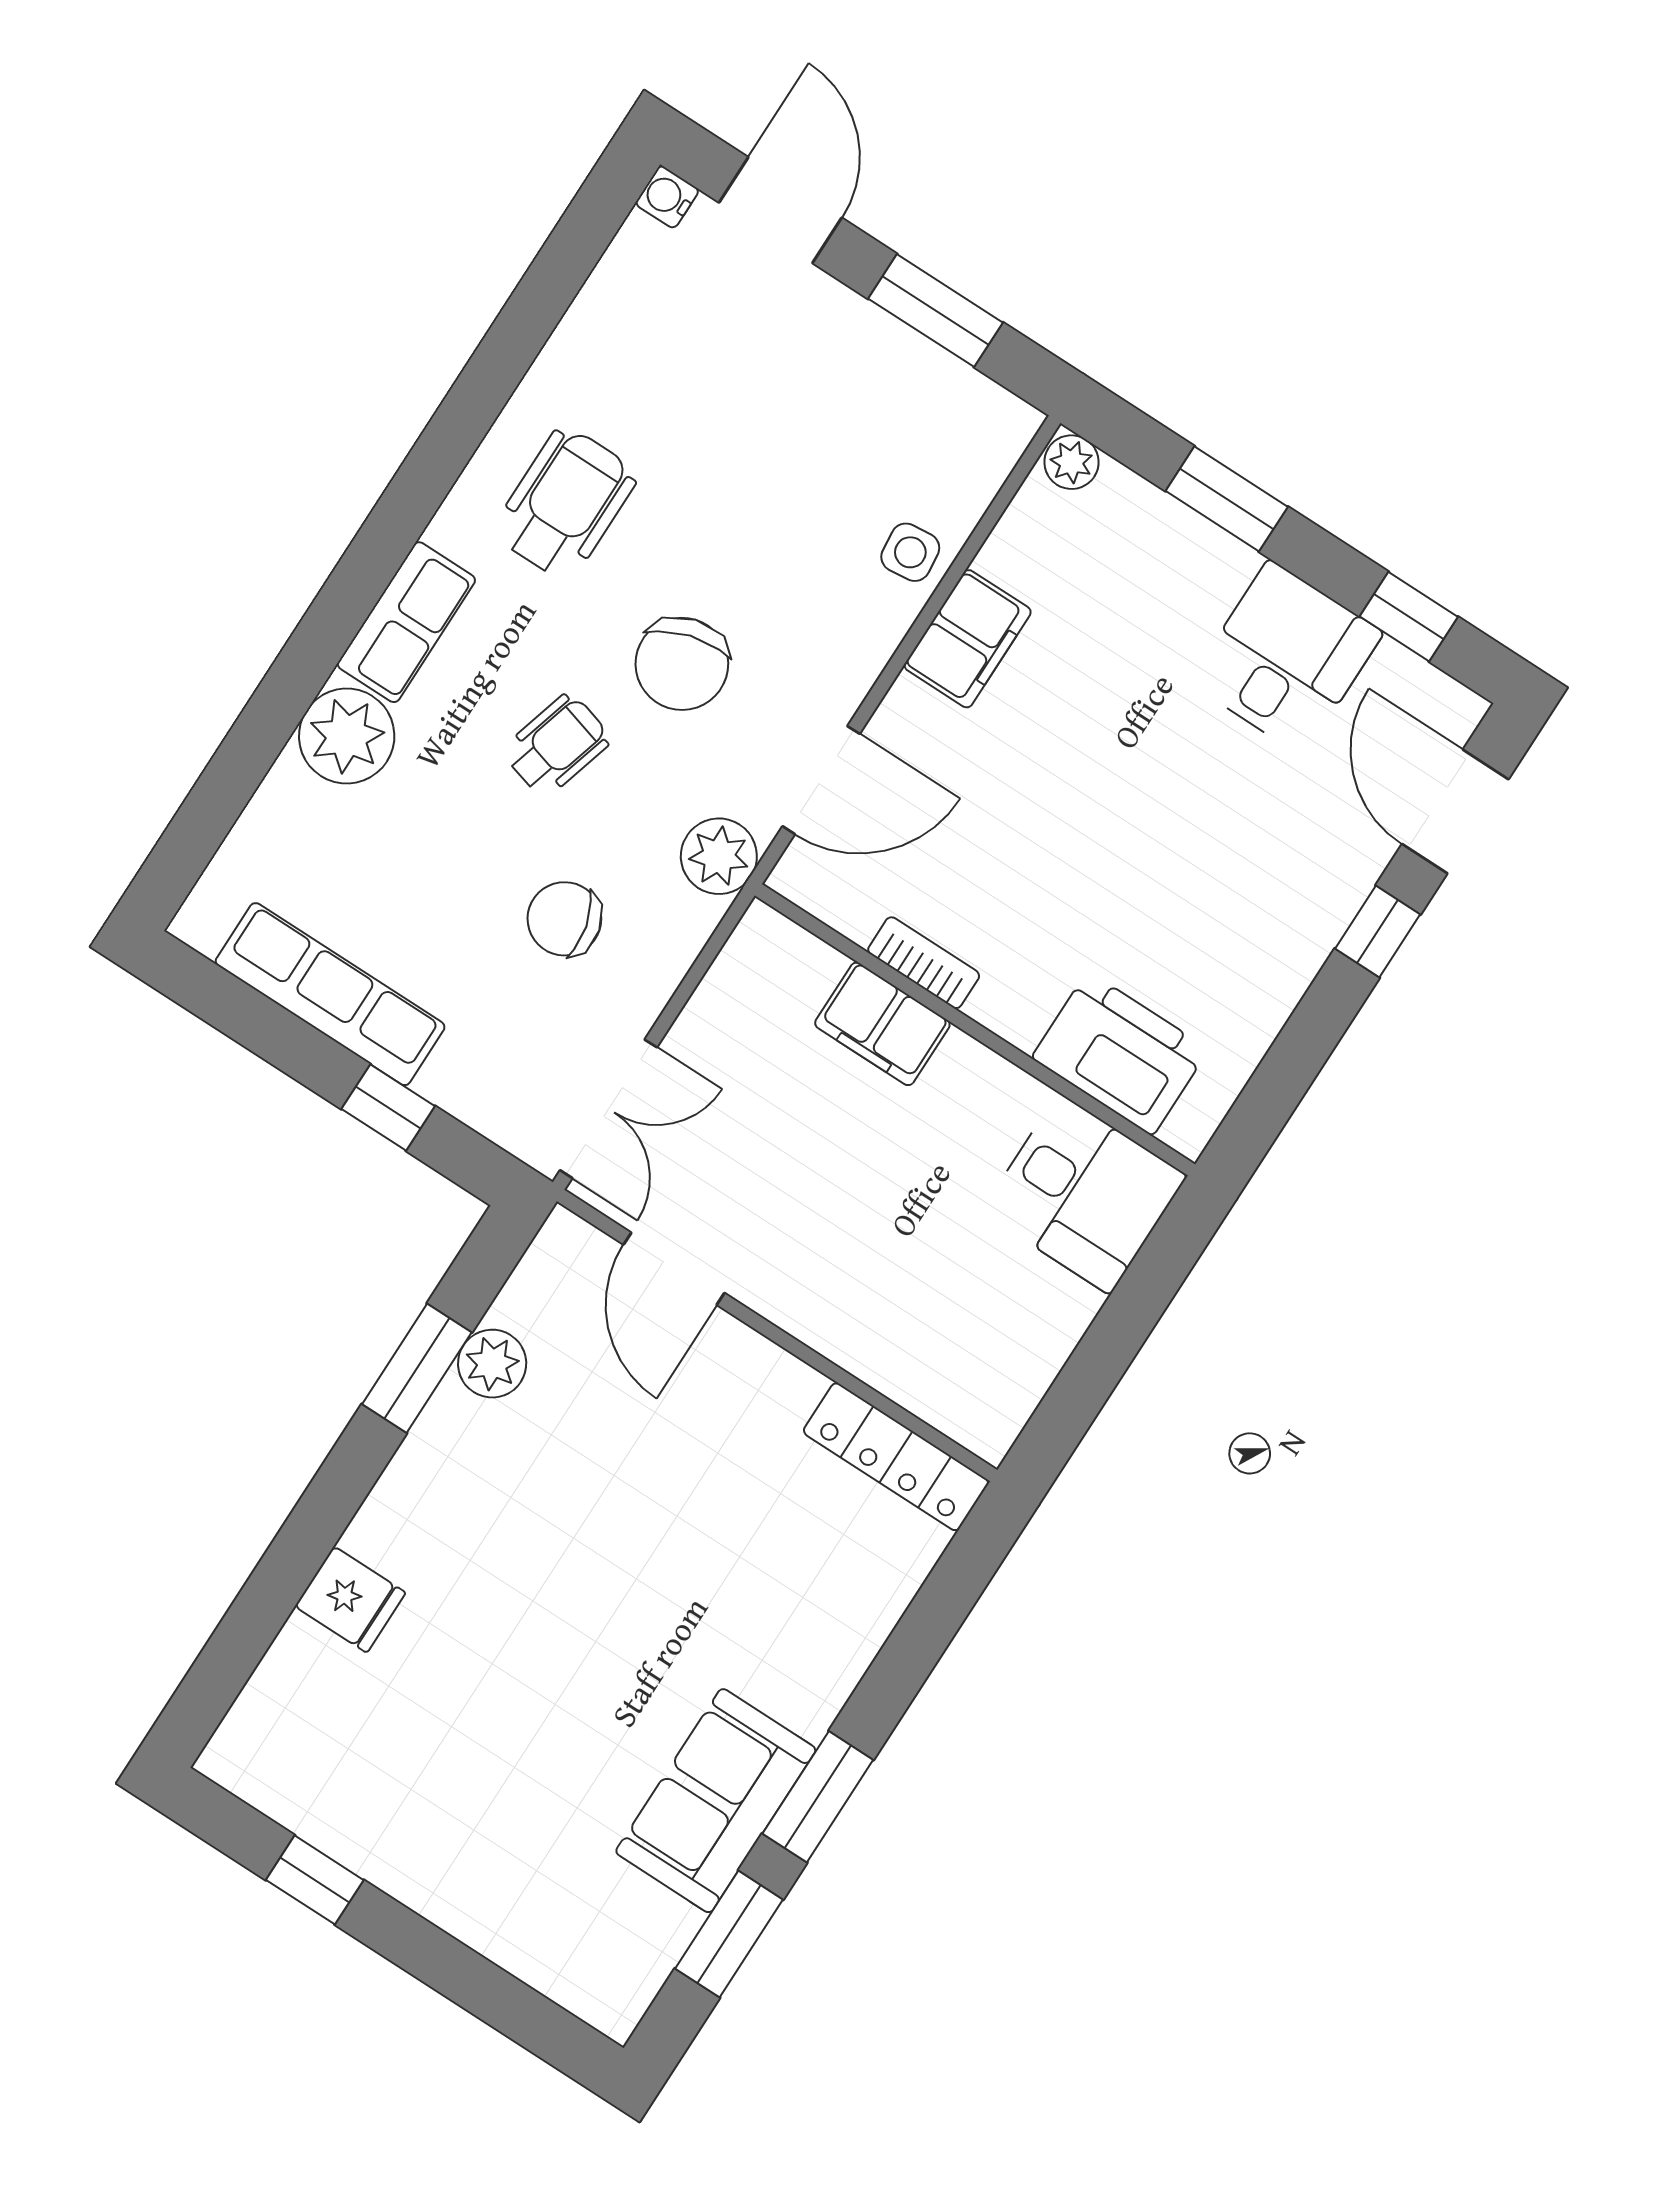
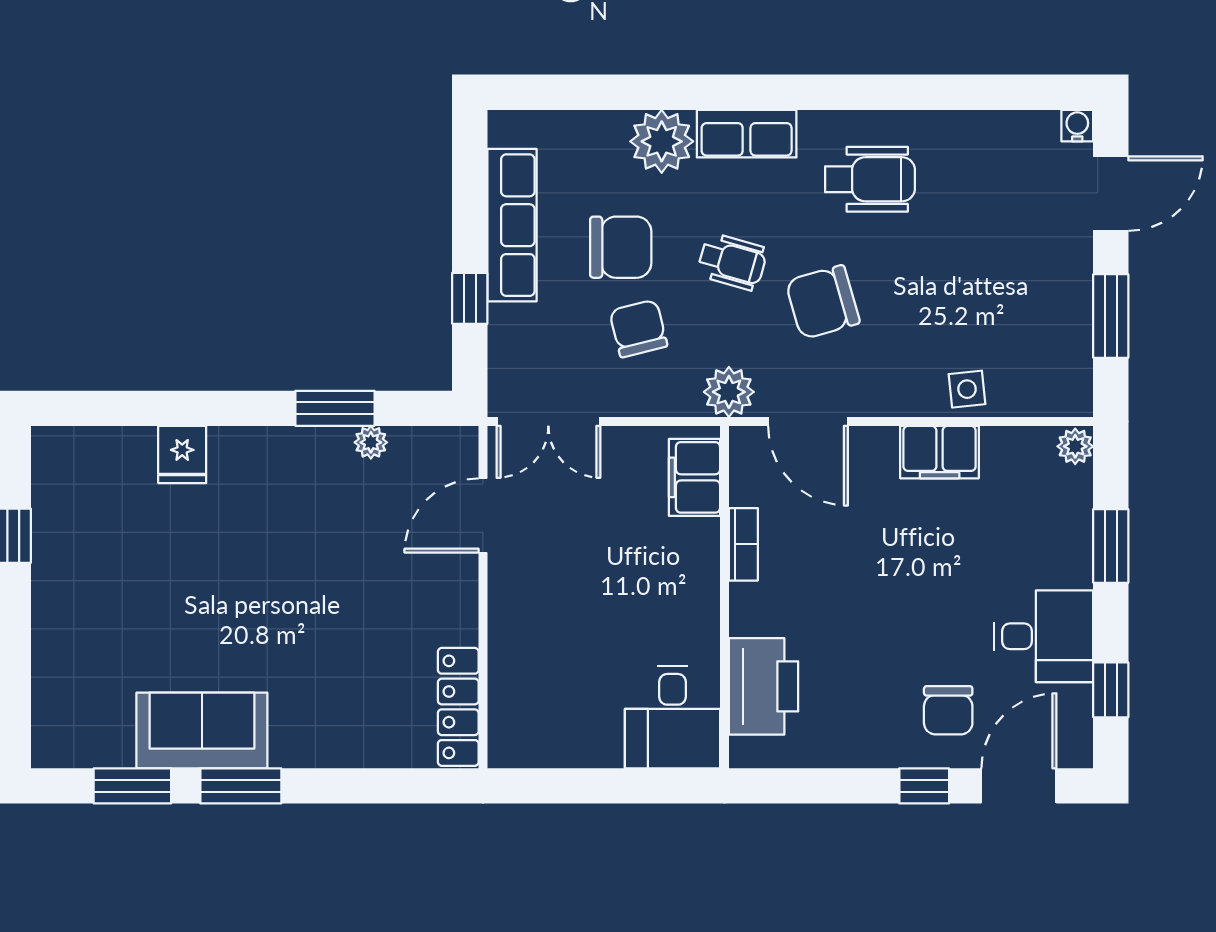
chair: (1302, 839) -> (948, 710), added
chair: (447, 875) -> (621, 247), added
filing cabinet: (882, 1024) -> (694, 477), moved
plant: (492, 1364) -> (371, 442), width x0.73, depth x0.73

